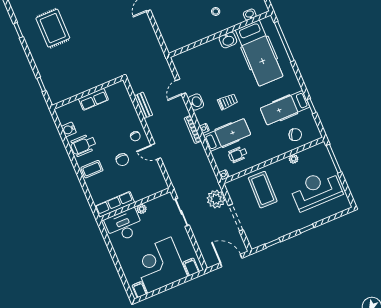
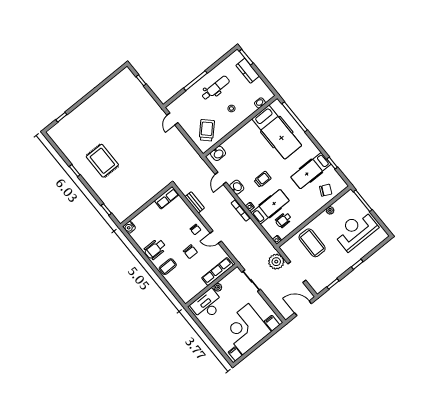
trolley: (181, 28) -> (207, 130), added
washbasin: (228, 40) -> (218, 153), moved
row of seats: (93, 99) -> (167, 198), moved
water cooler: (69, 129) -> (129, 227), moved
row of seats: (115, 204) -> (217, 272), moved

